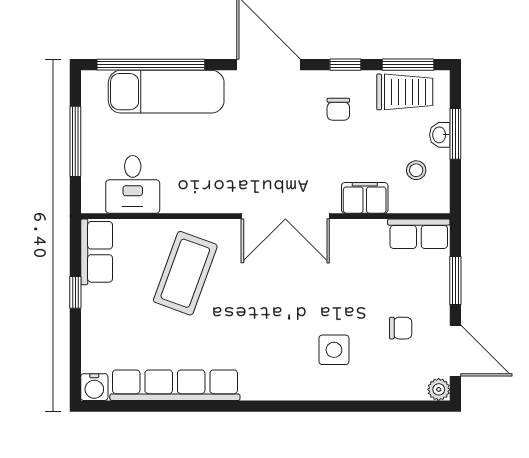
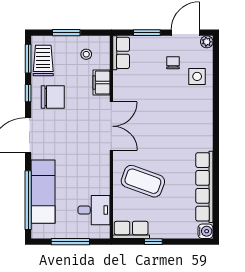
chair: (338, 109) -> (53, 97), width x1.87, depth x1.87
washbasin: (440, 135) -> (67, 41), removed
side table: (334, 350) -> (197, 76), moved

